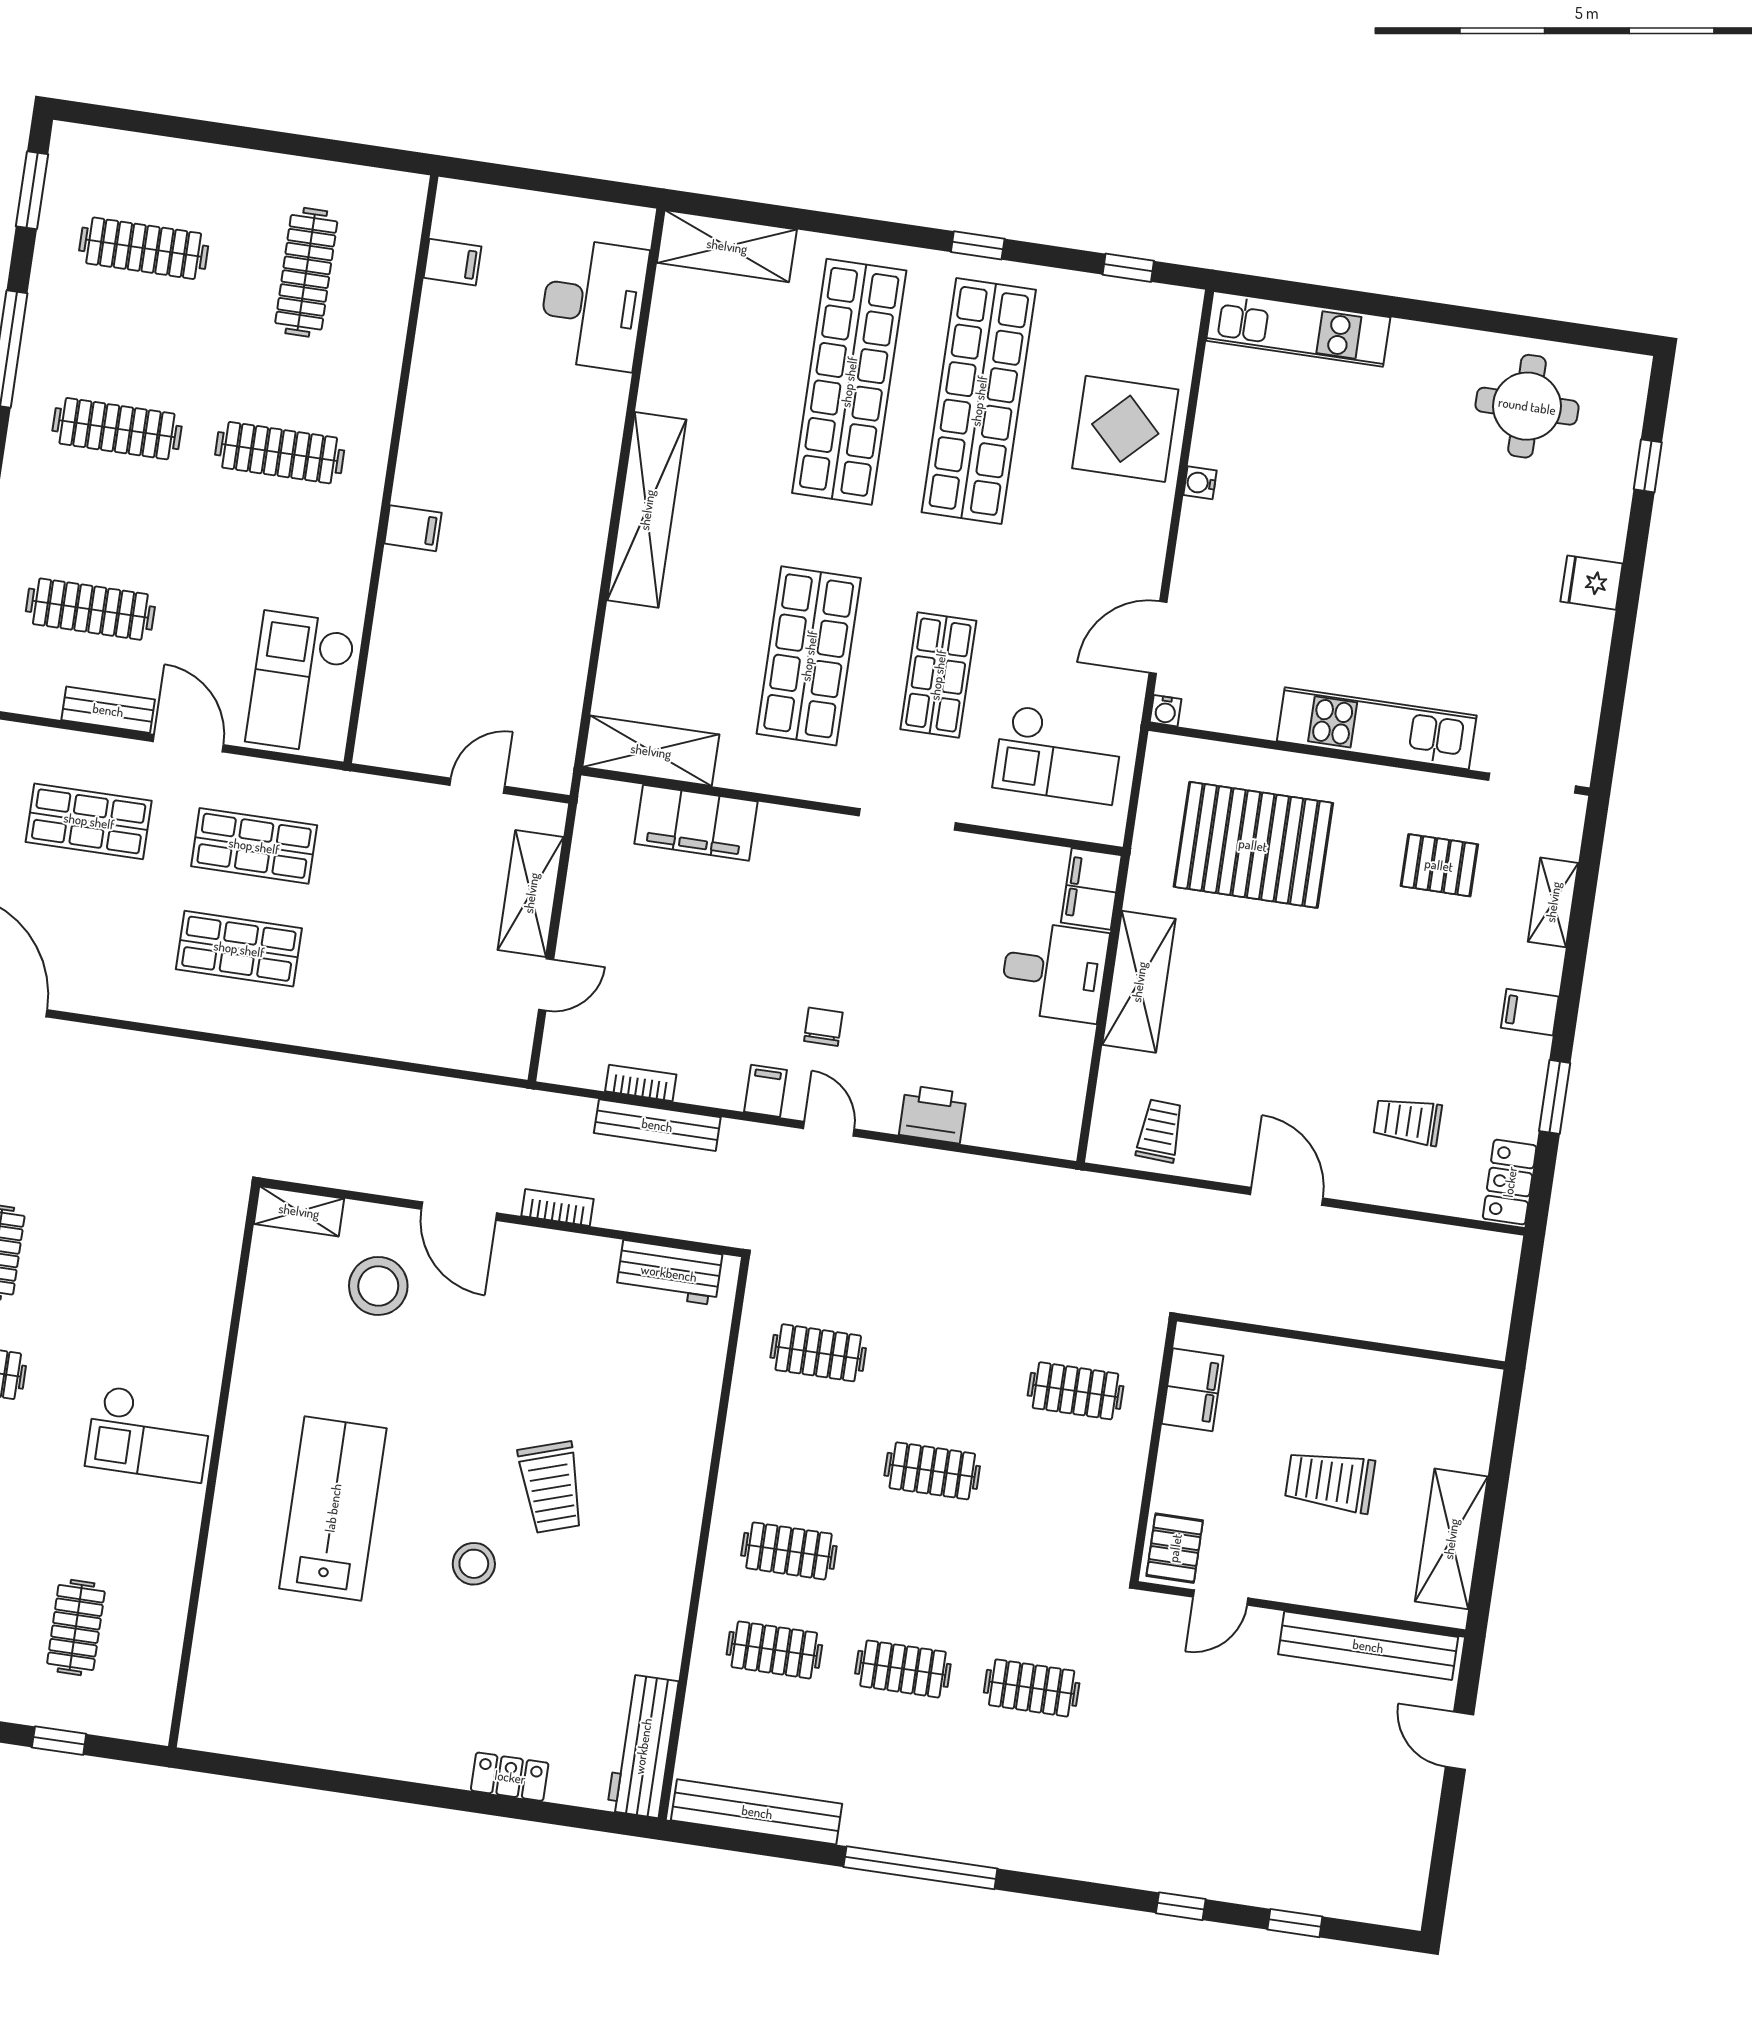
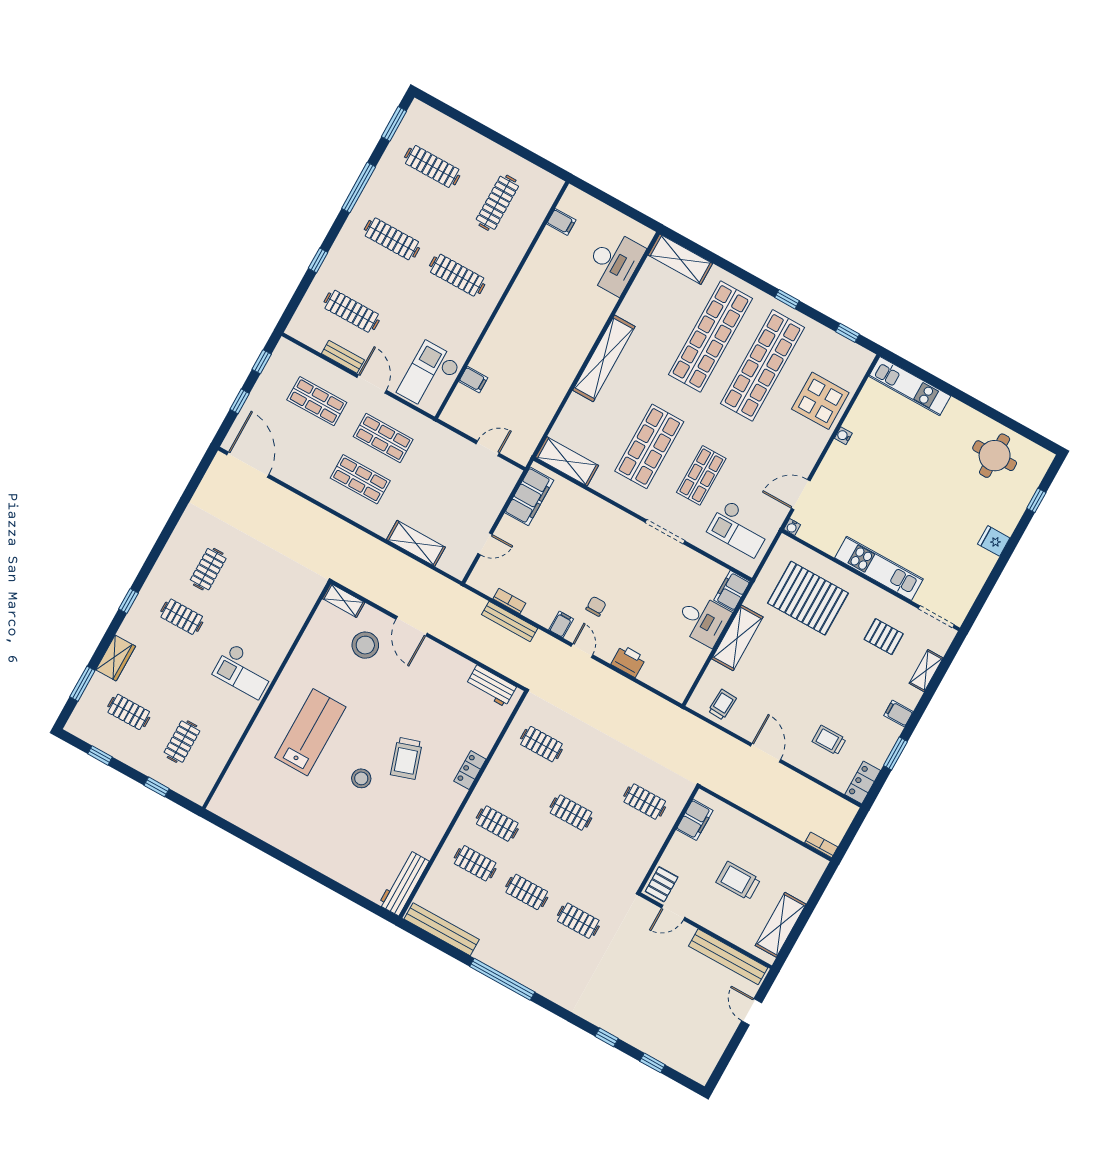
filing cabinet: (413, 528) -> (473, 380), moved
filing cabinet: (696, 823) -> (529, 496), moved, turned -90
shelving: (531, 893) -> (416, 543), moved, turned 90
bookcase: (557, 1207) -> (821, 845), moved
locker: (510, 1777) -> (470, 770), moved, turned -90

